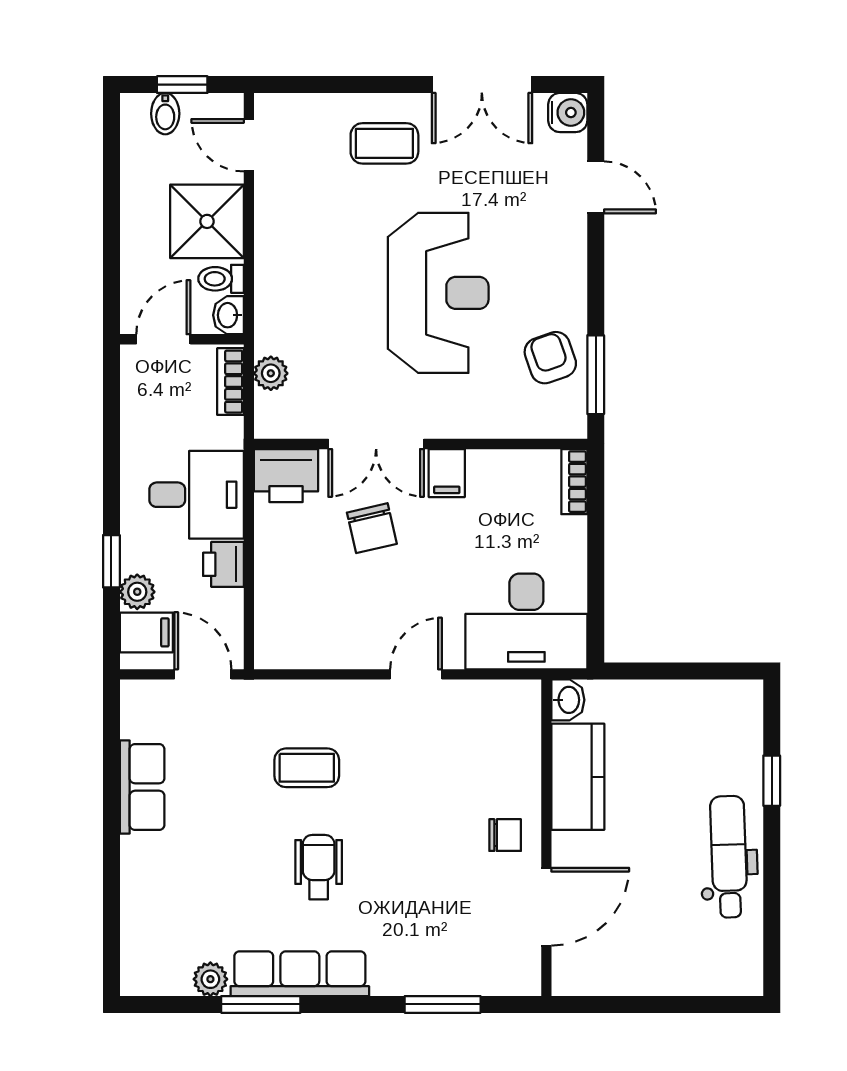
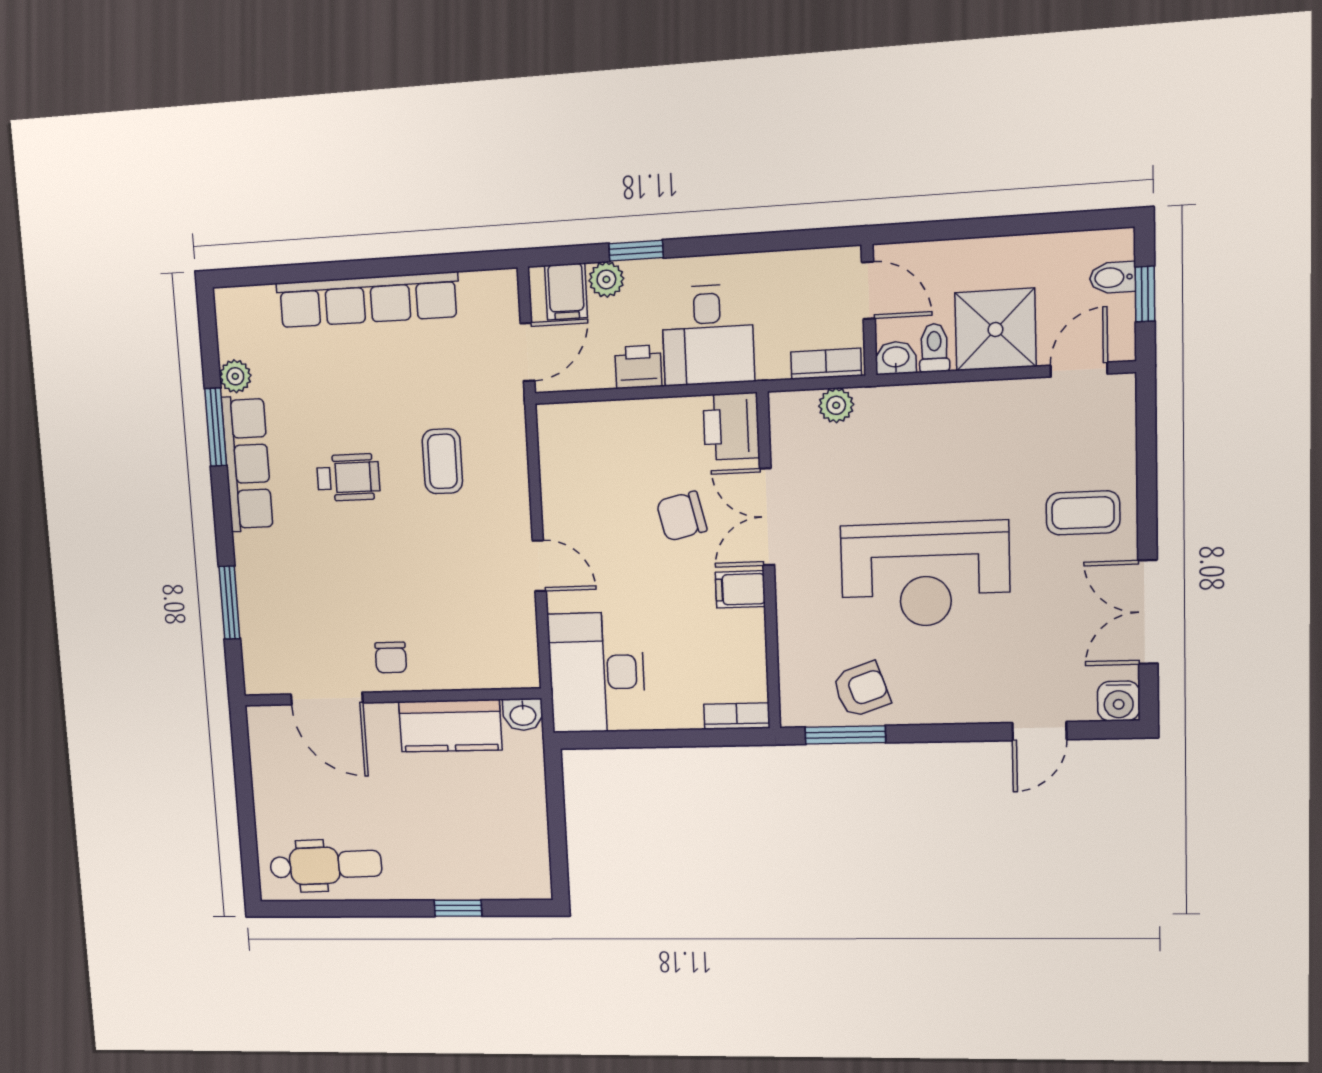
coffee table: (384, 143) -> (1083, 513), turned 90
row of seats: (142, 787) -> (368, 300), width x2.02
dental chair: (729, 857) -> (326, 865), moved

